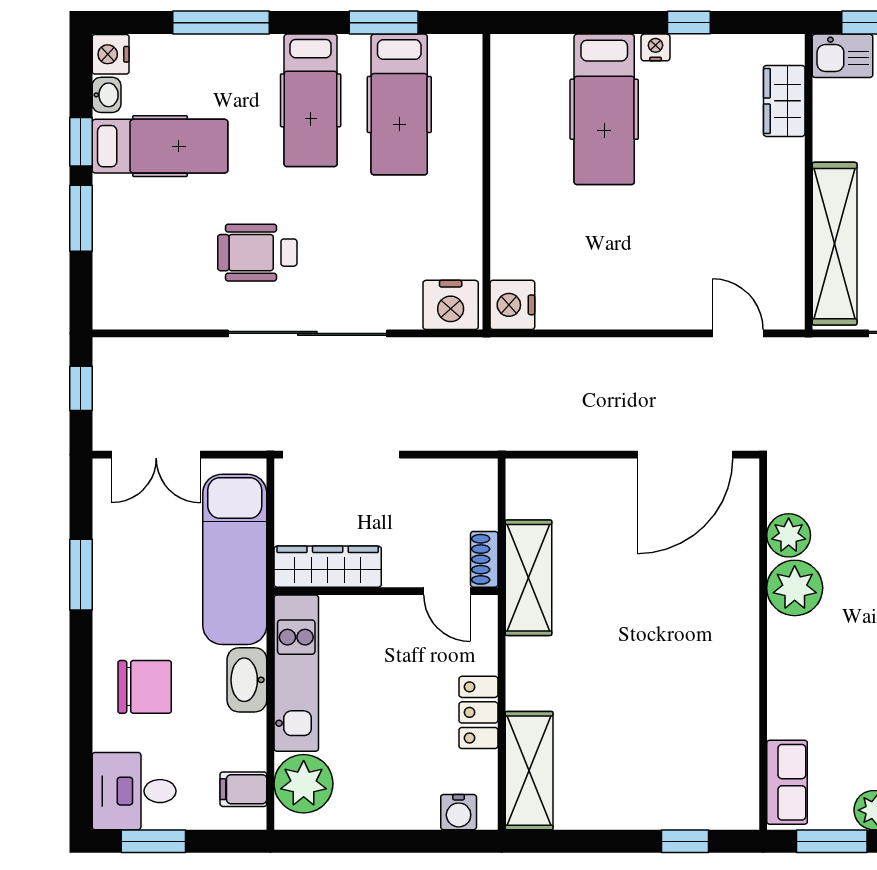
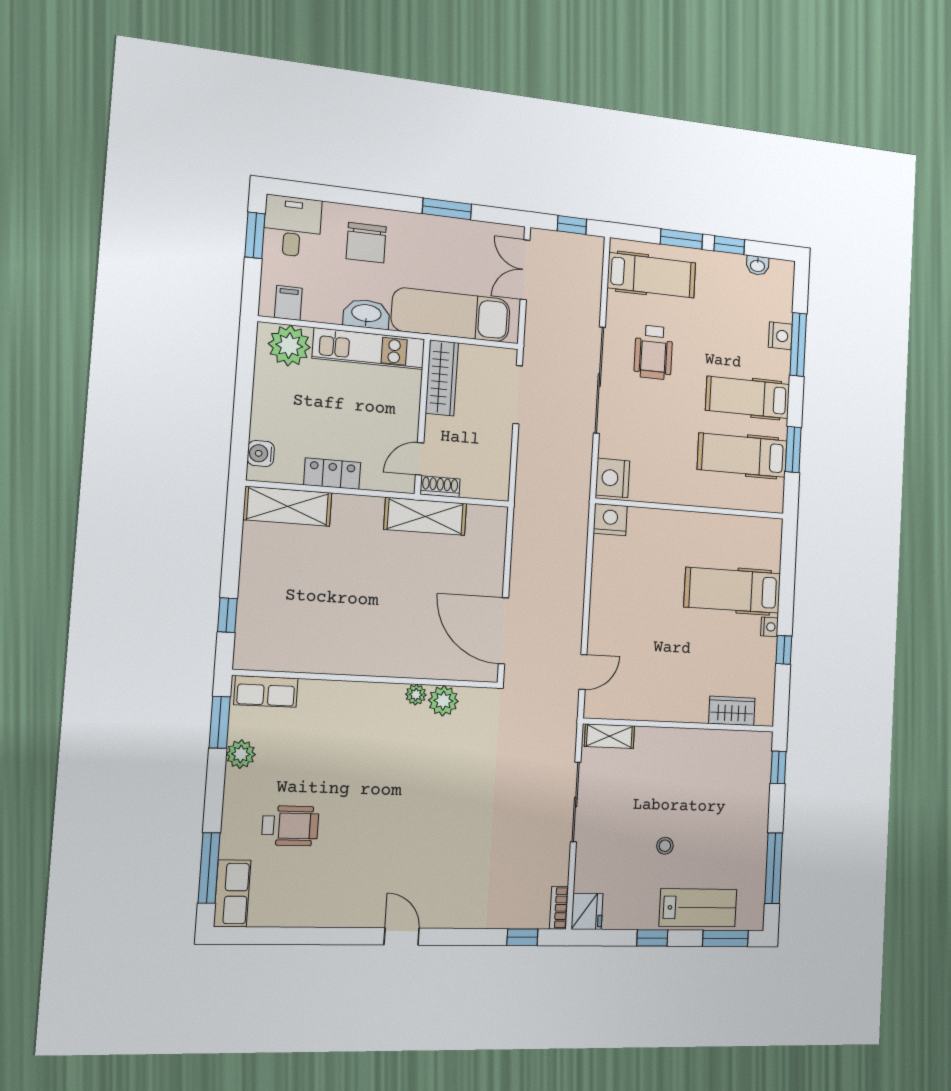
nightstand: (111, 54) -> (780, 336), moved, turned 90
kitchen sink: (842, 56) -> (758, 751), removed
hospital bed: (160, 146) -> (652, 275), moved, turned -90
shelving: (835, 244) -> (609, 736), width x0.45, depth x0.75
wheelchair: (257, 253) -> (653, 352), turned 180
doorway: (341, 455) -> (518, 395), width x0.73
plant: (795, 588) -> (416, 695), width x0.53, depth x0.53

